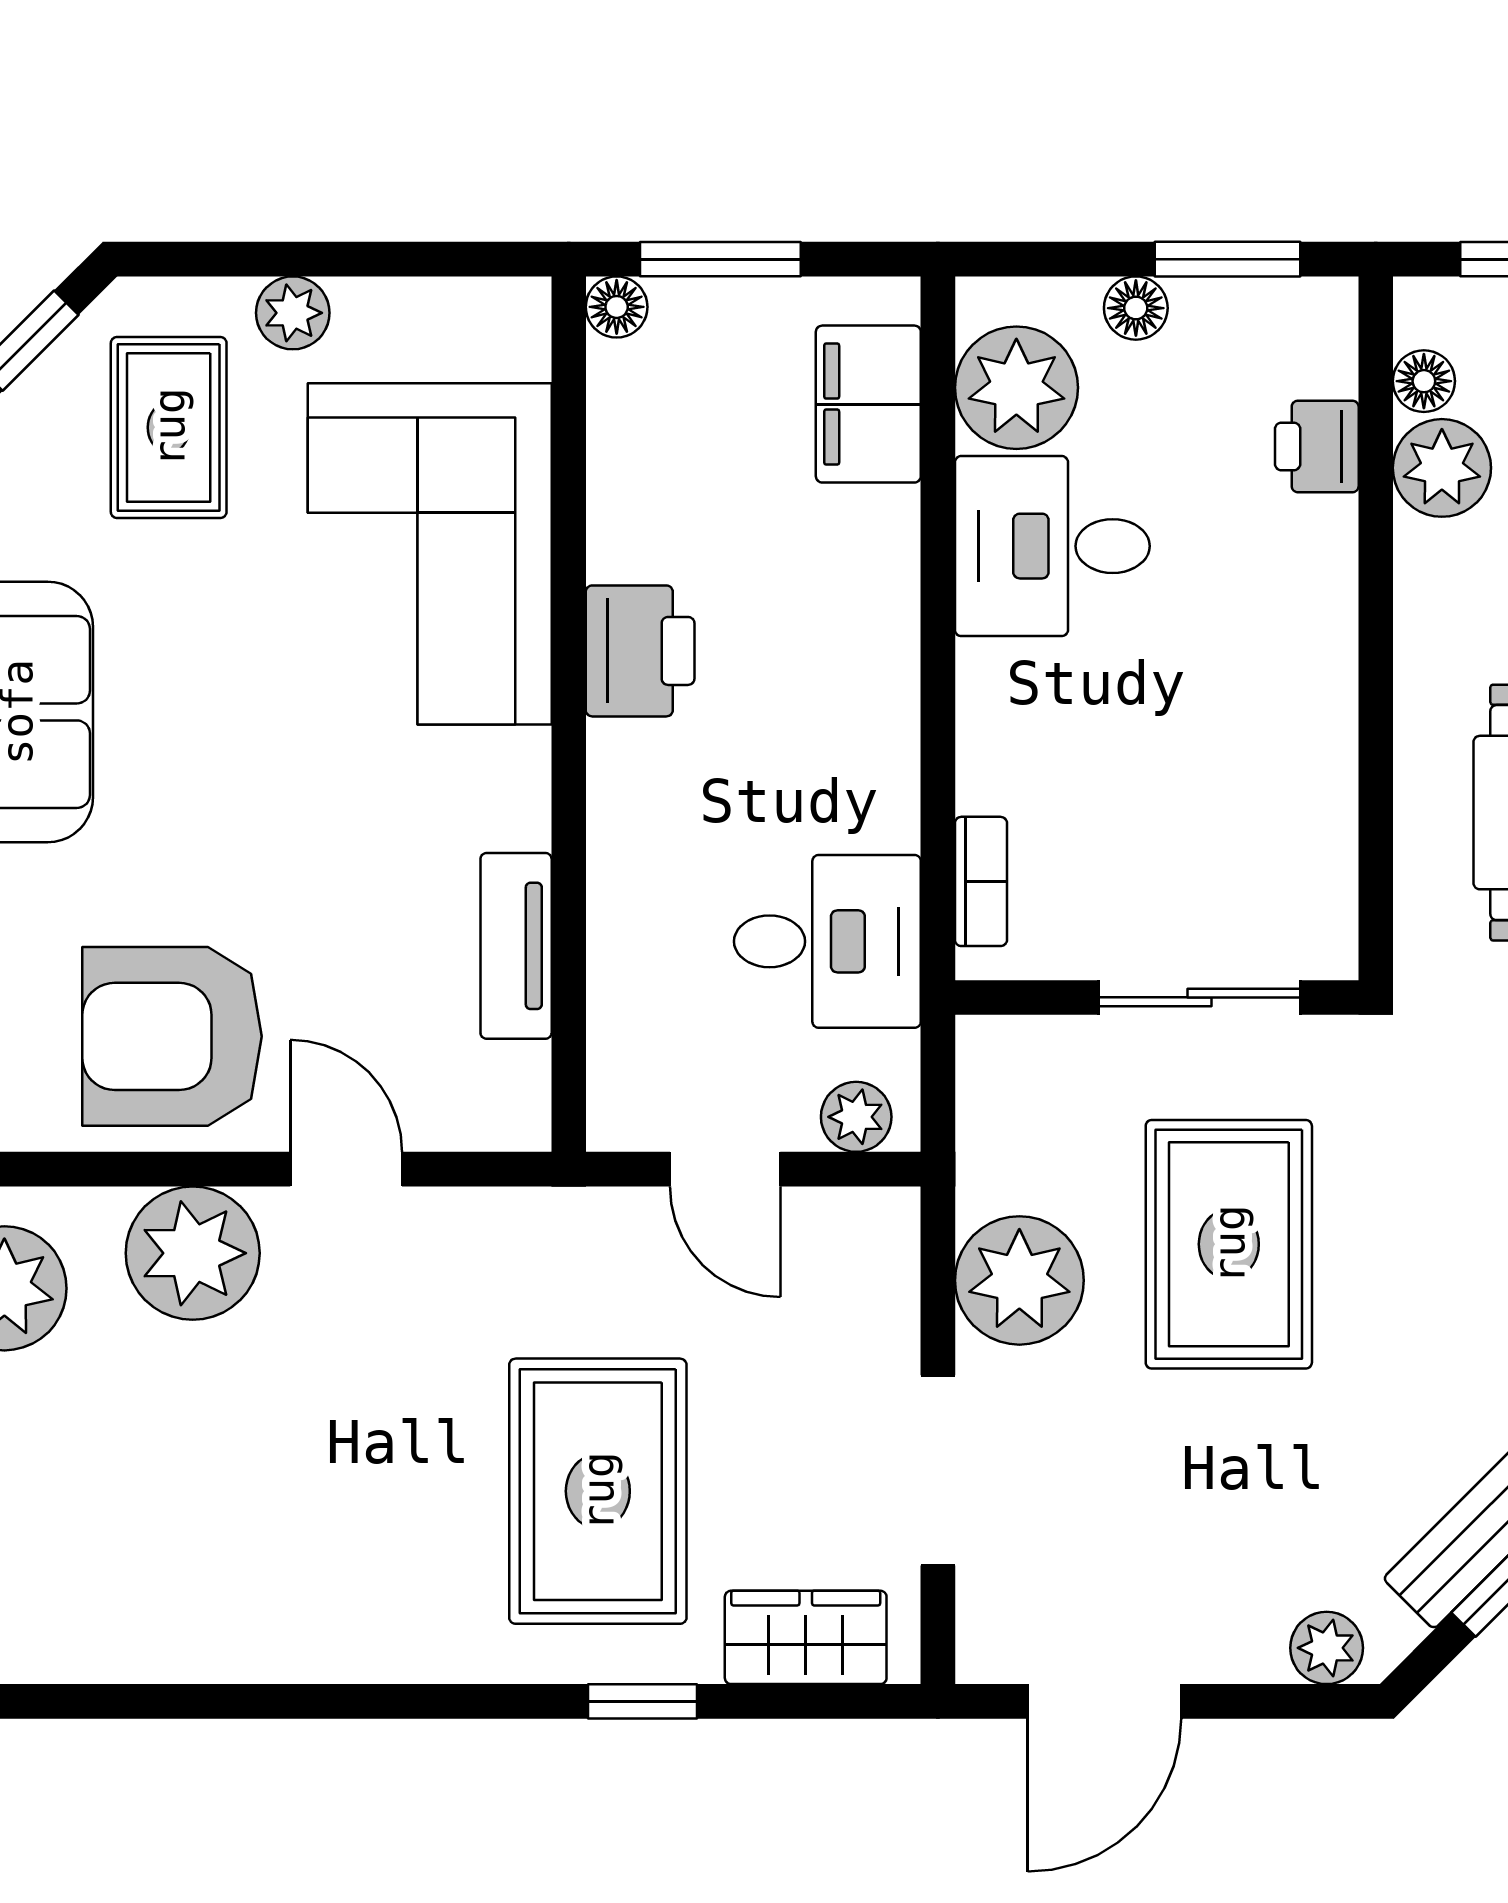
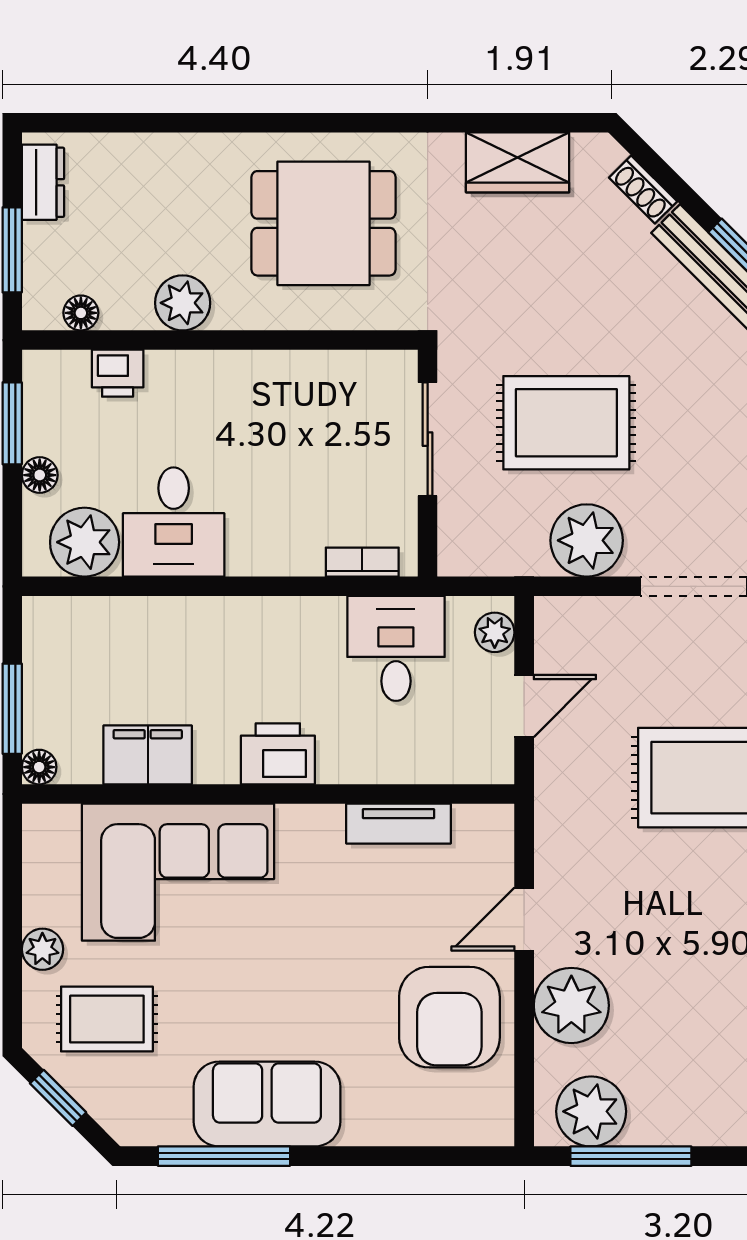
filing cabinet: (868, 404) -> (148, 755), moved, turned 180
plant: (1442, 468) -> (183, 303), moved
printer: (640, 651) -> (278, 754), moved

